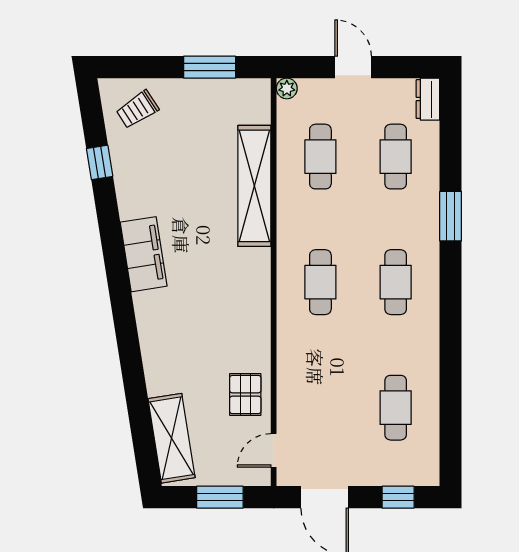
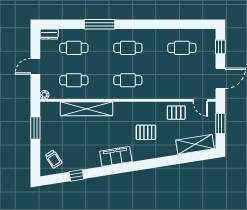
window: (451, 216) -> (99, 24), width x1.44
pallet: (200, 324) -> (146, 132), added

